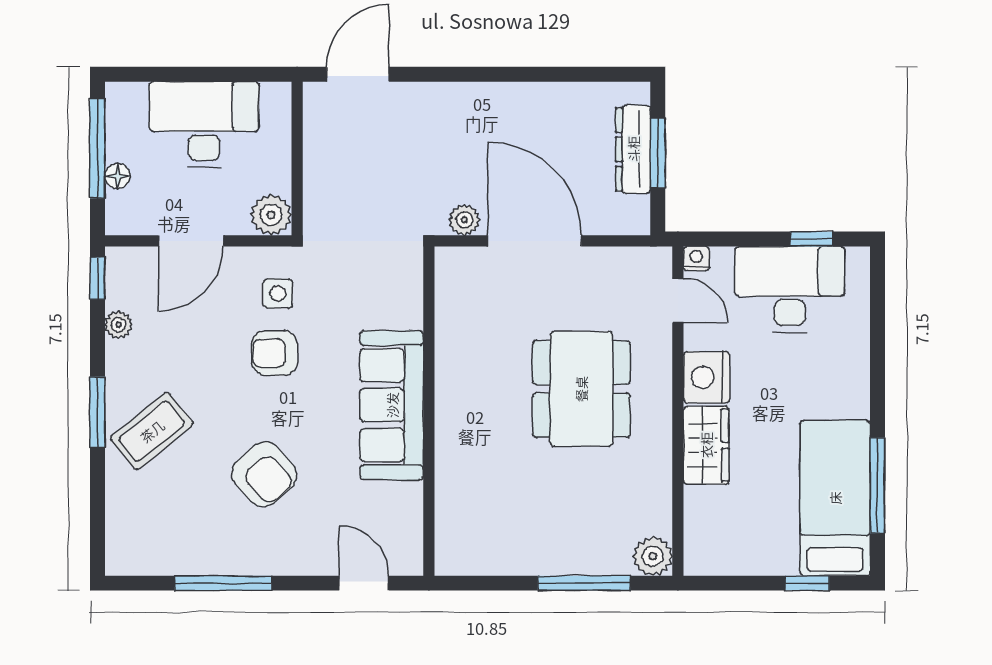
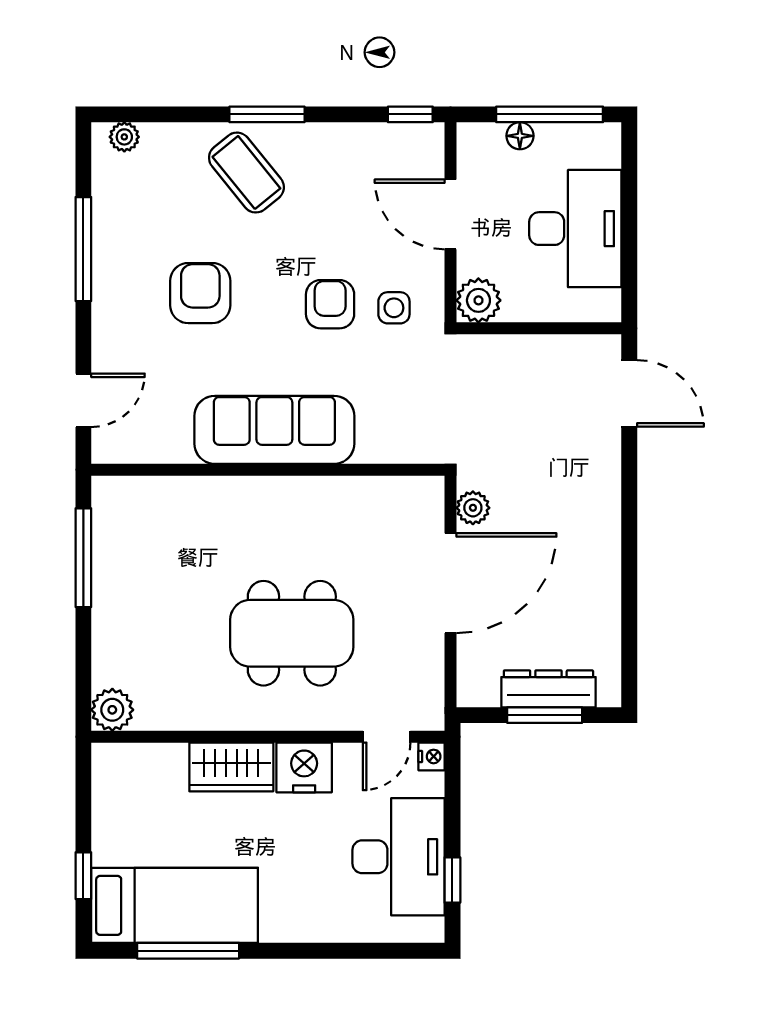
plant: (119, 325) -> (124, 137), moved
armchair: (264, 474) -> (200, 293), turned 132
window: (584, 583) -> (83, 558), moved

